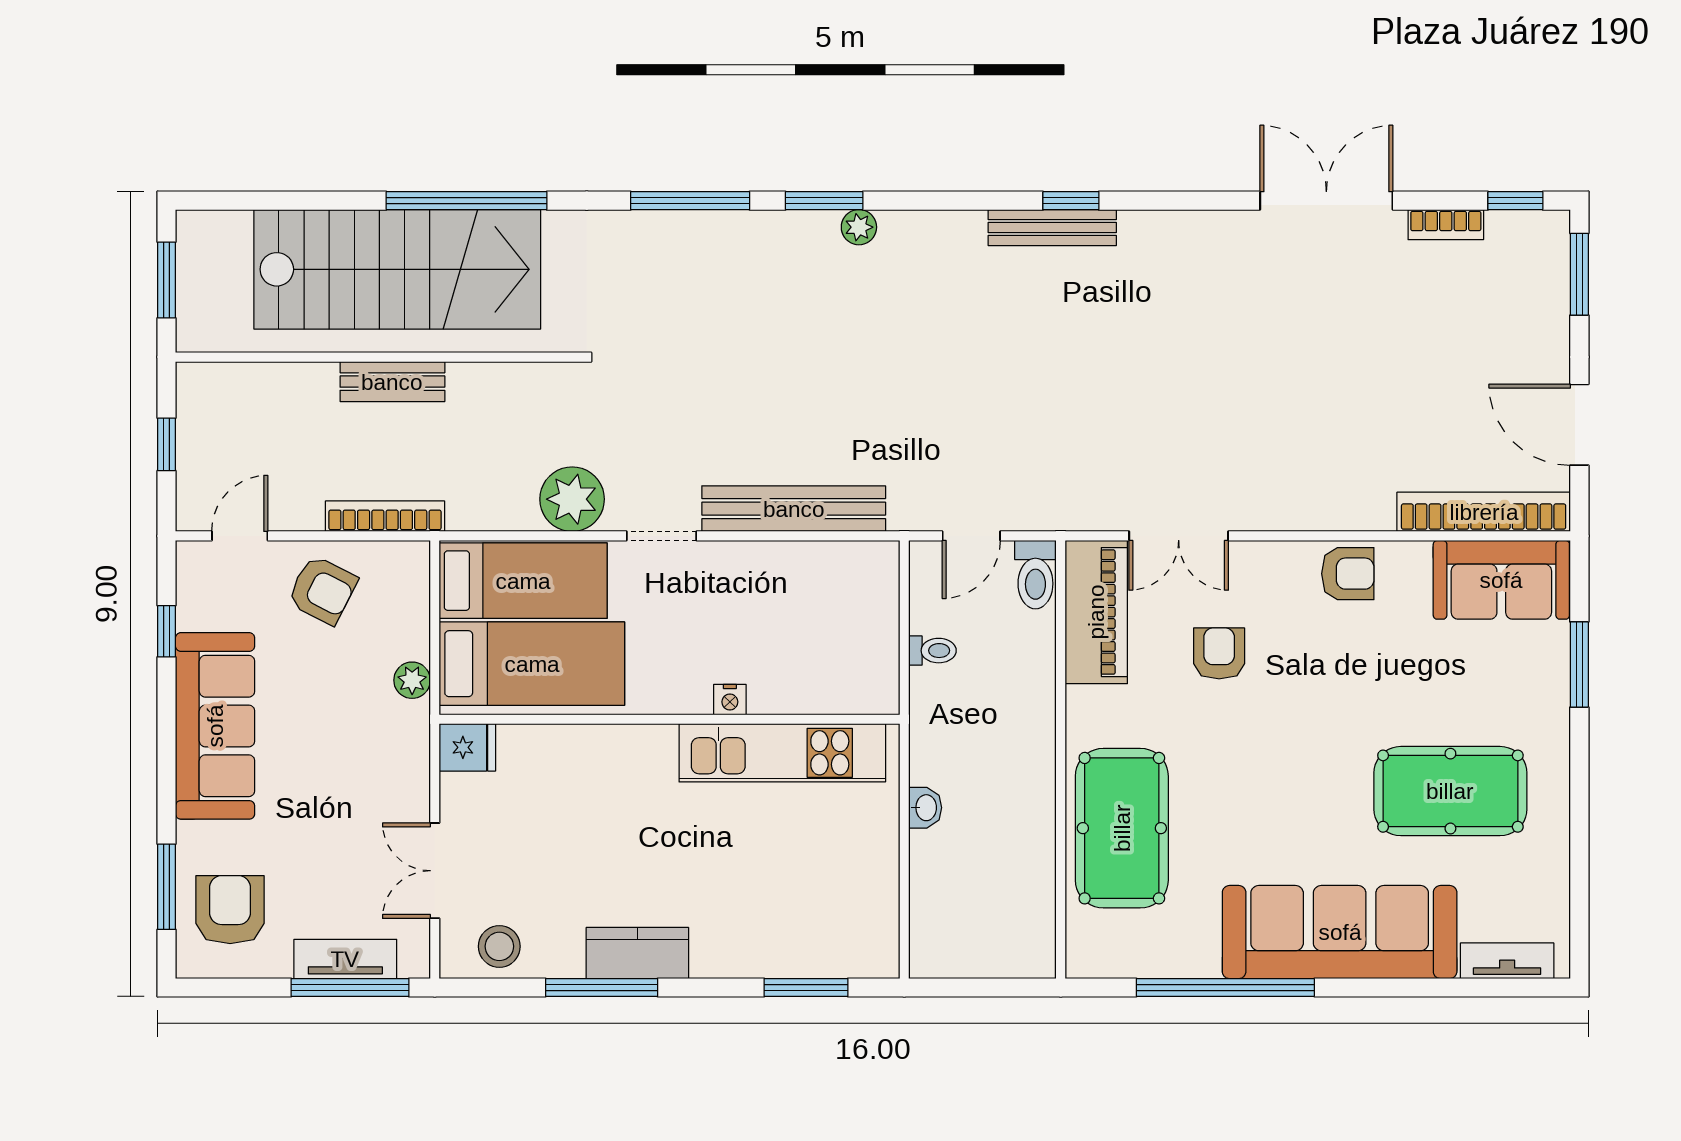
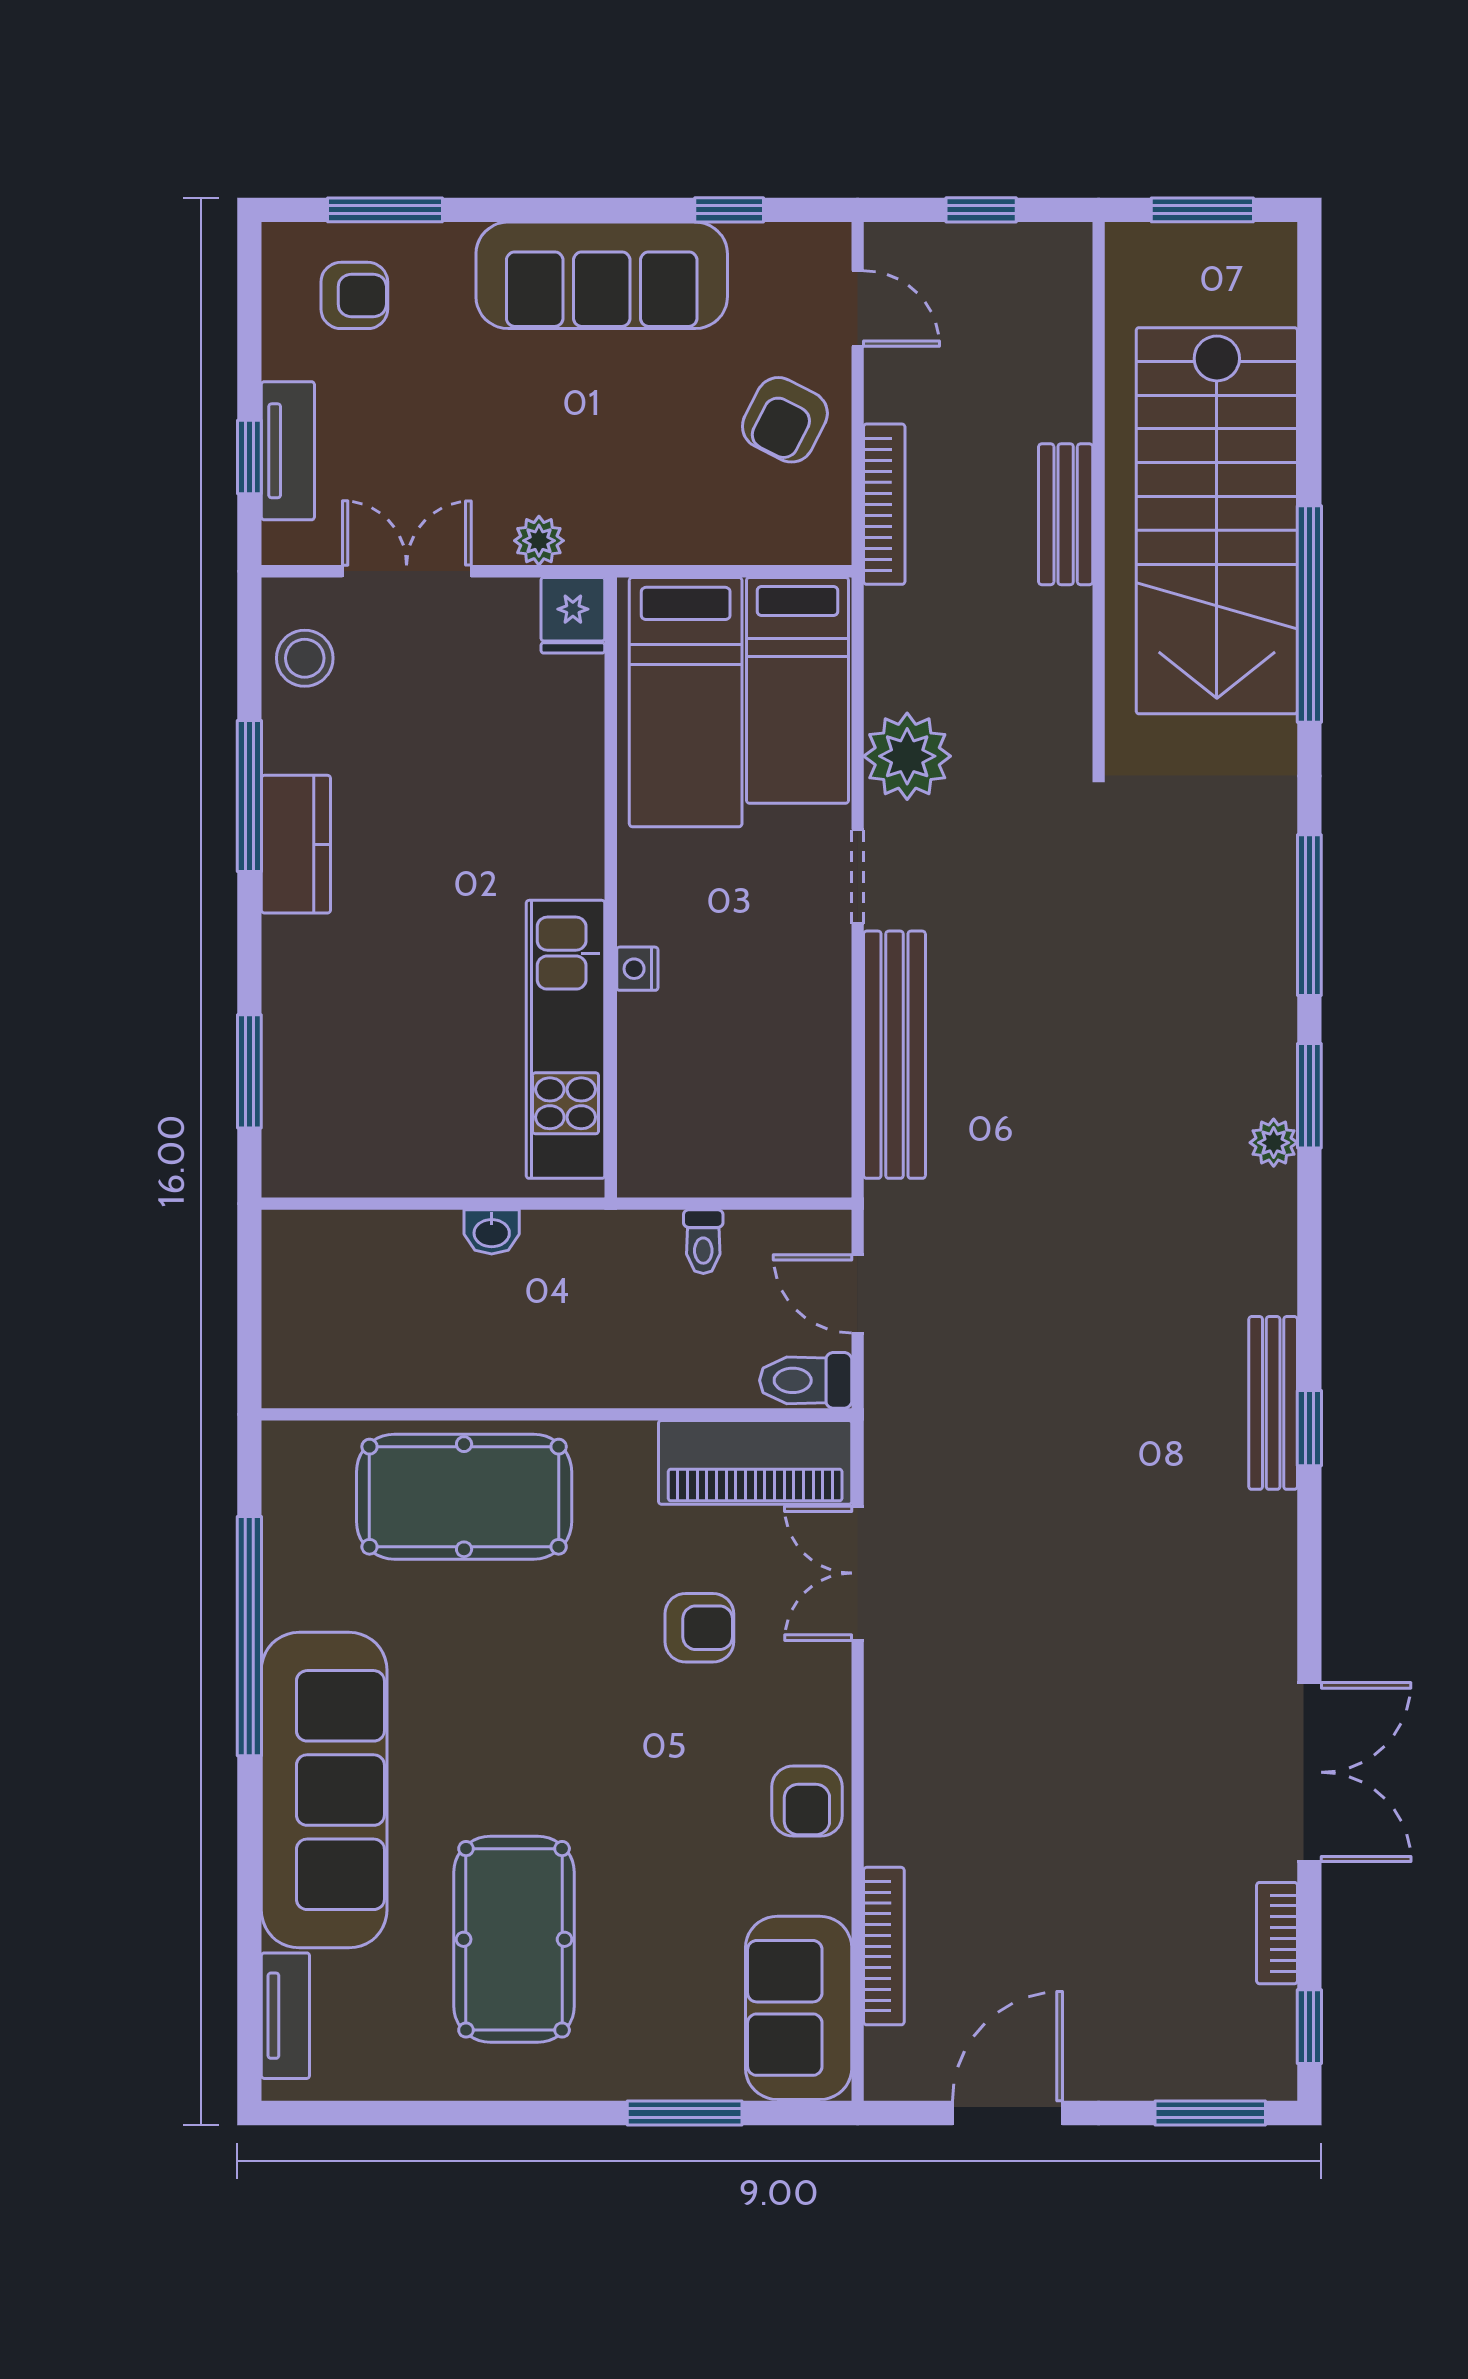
bookcase: (1484, 512) -> (884, 1946), width x0.68, depth x0.76
plant: (412, 680) -> (539, 541), moved
armchair: (230, 910) -> (354, 295), width x0.72, depth x0.72
window: (350, 988) -> (249, 457), width x0.46

